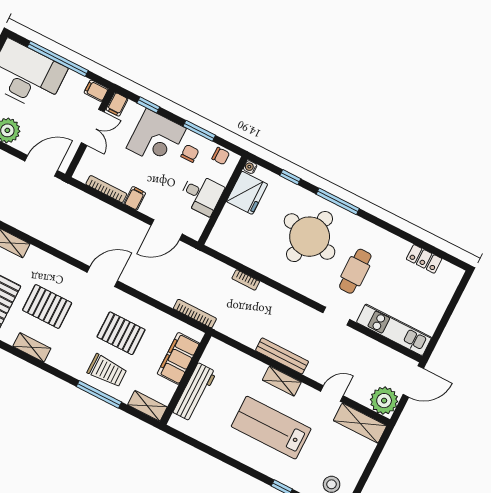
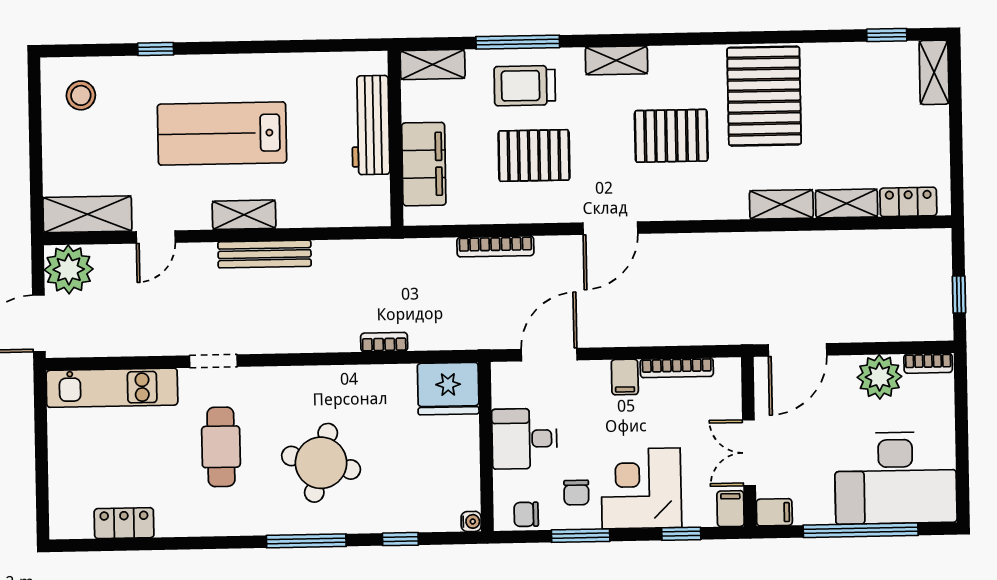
fridge: (247, 193) -> (448, 389), moved, turned -90
round table: (310, 237) -> (321, 463), width x0.73, depth x0.73
bookcase: (195, 314) -> (495, 246), moved
shelving: (32, 347) -> (616, 60), moved
lab bench: (271, 428) -> (222, 133), turned 180

